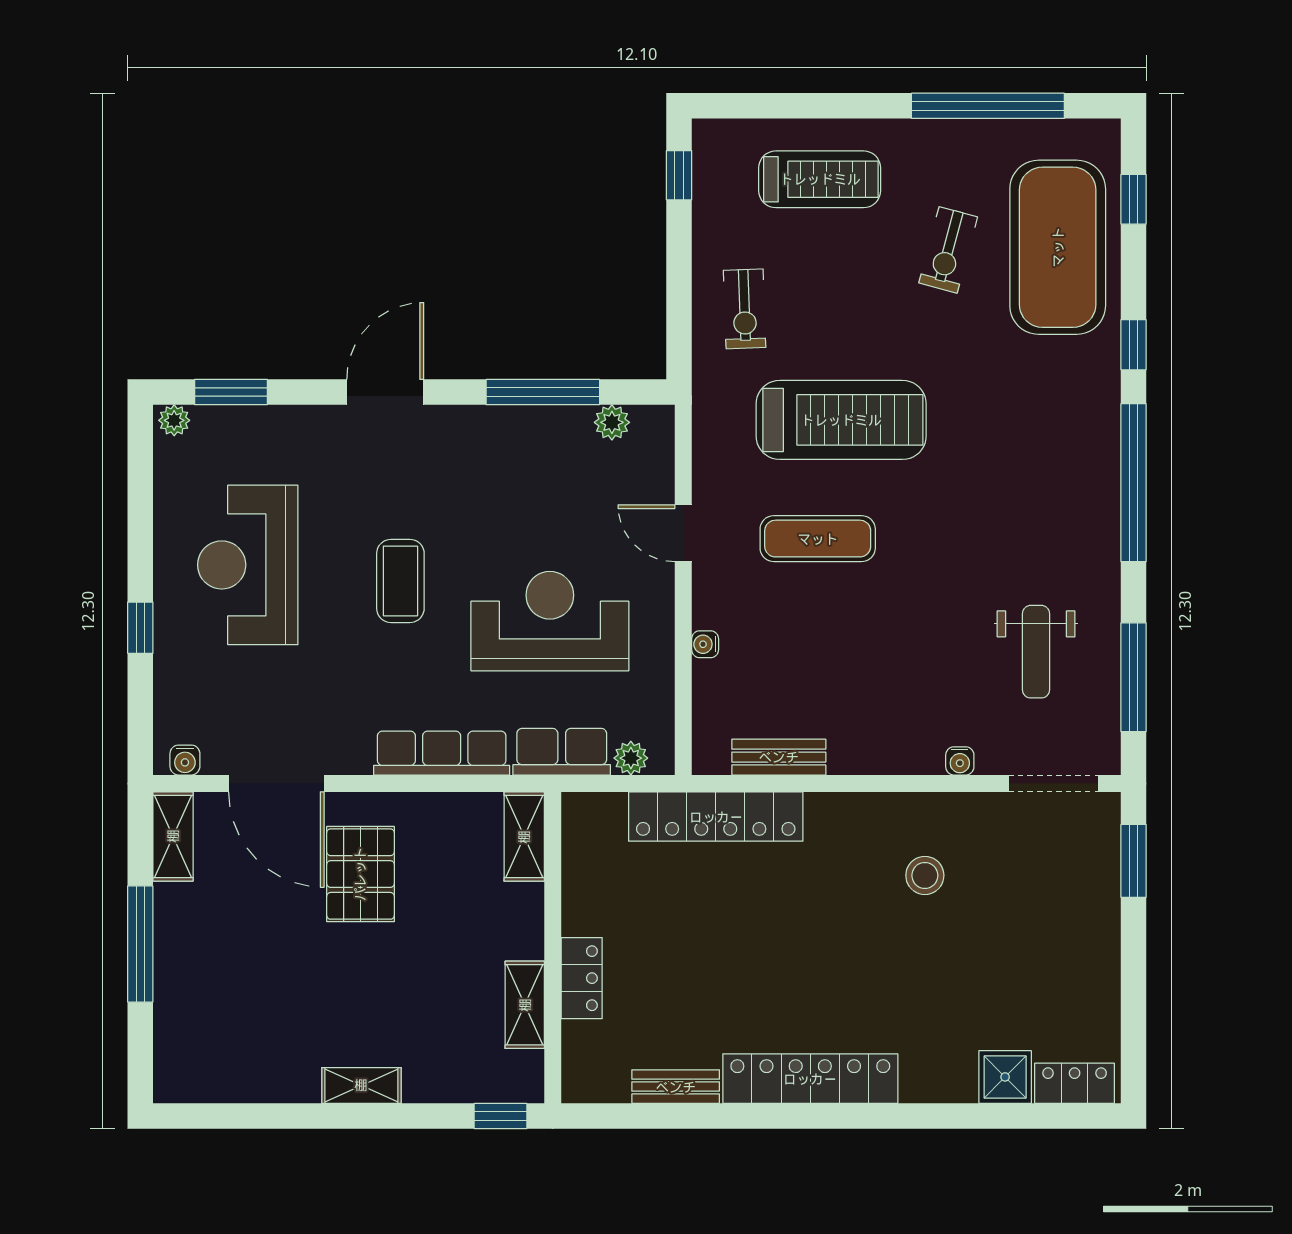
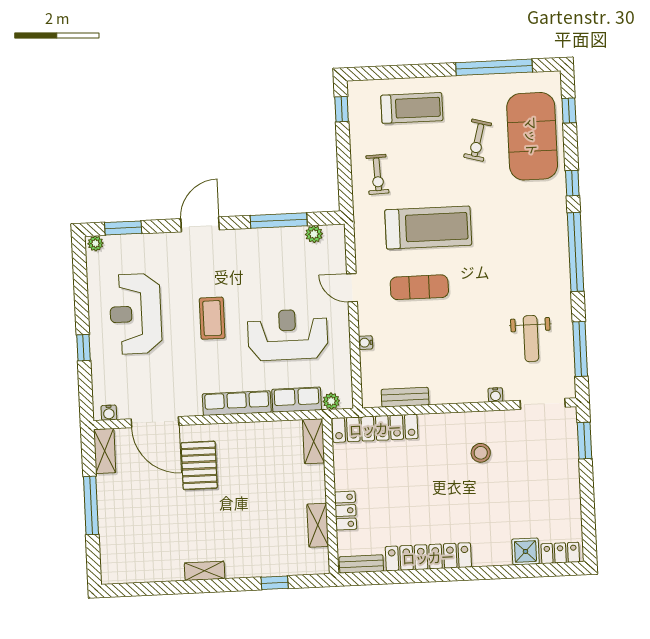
shelving: (524, 837) -> (314, 441), moved
wall: (553, 948) -> (330, 496), moved
locker: (582, 978) -> (346, 511), moved
shelving: (525, 1005) -> (318, 525), moved

